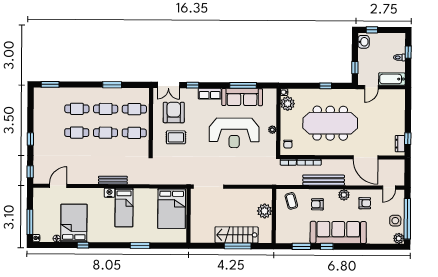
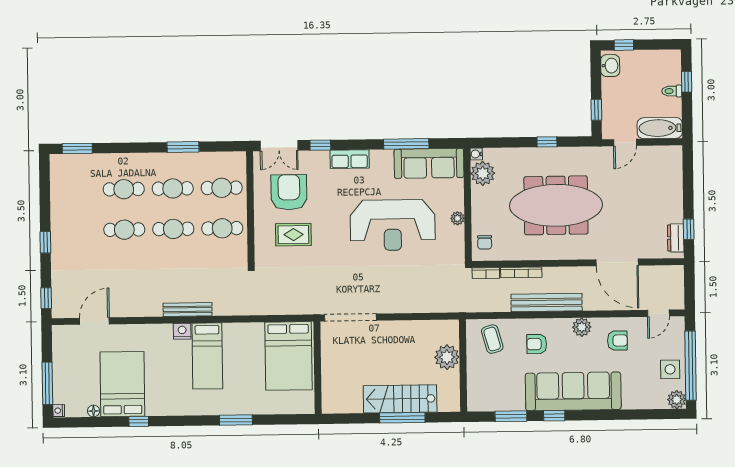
sofa: (242, 97) -> (429, 163), moved

